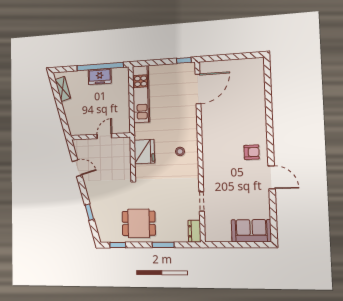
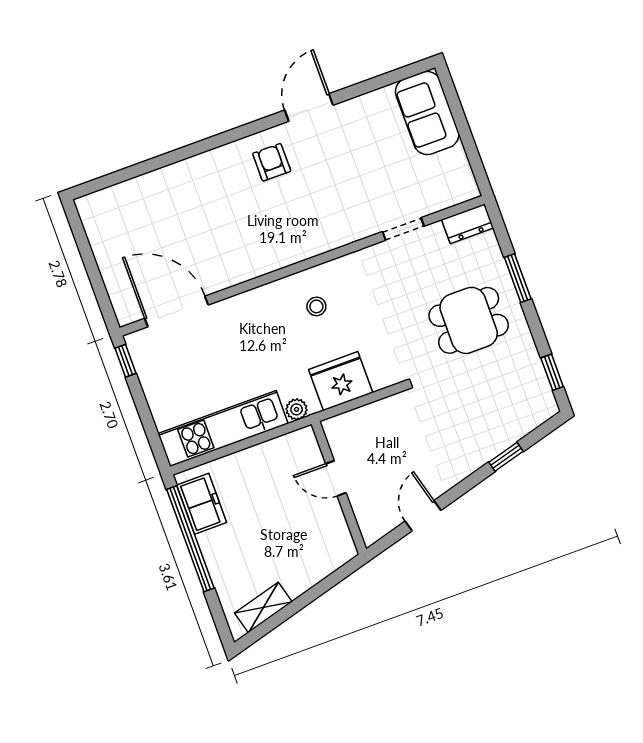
freezer: (100, 76) -> (202, 504), moved
plant: (139, 129) -> (297, 409), added
dining table: (139, 223) -> (469, 320), moved, turned 90

